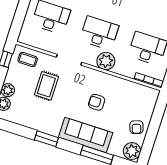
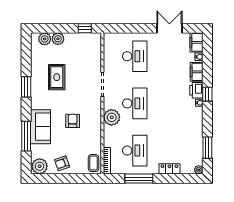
coffee table: (28, 60) -> (94, 163), moved
rug: (46, 86) -> (57, 77), moved, turned 90
sofa: (86, 135) -> (40, 127), width x0.73

